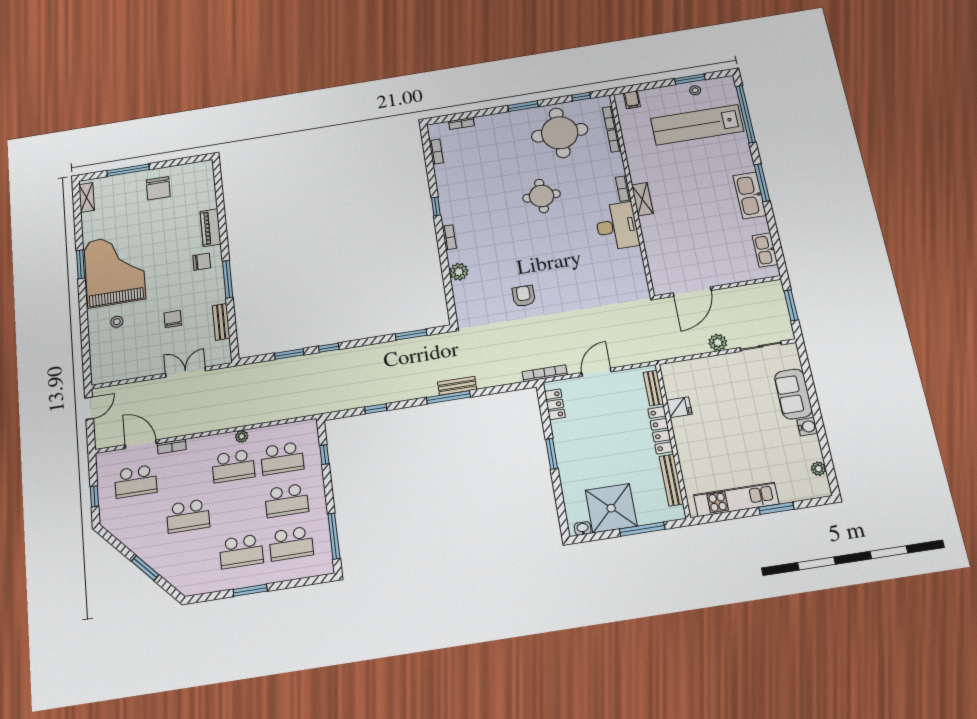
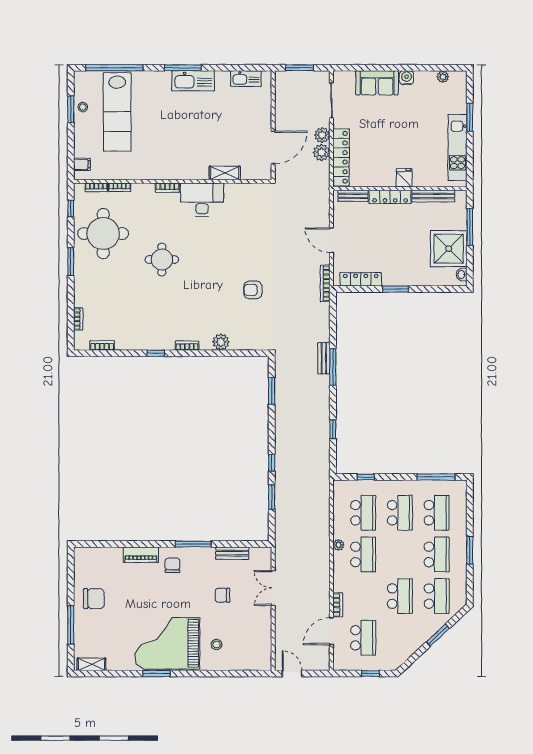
shelving: (642, 199) -> (225, 173), moved
door: (692, 292) -> (273, 147), hinge flipped
plant: (697, 345) -> (322, 152), added
locker: (696, 367) -> (341, 157), added
locker: (555, 404) -> (361, 279), width x1.53
fridge: (679, 407) -> (404, 178), moved
school desk: (191, 559) -> (437, 596), added

